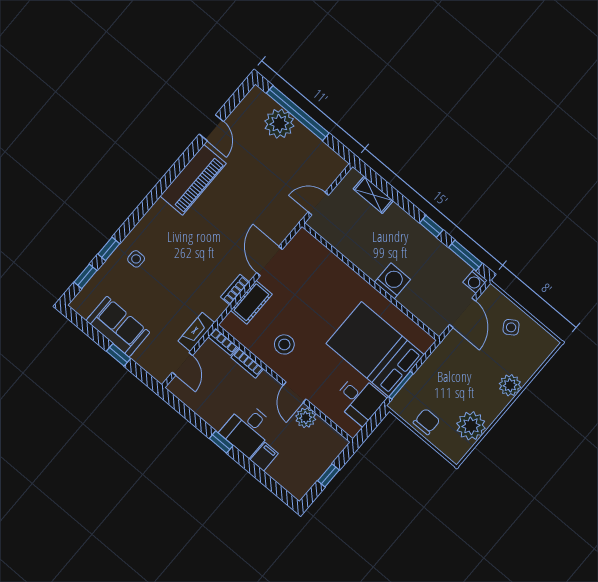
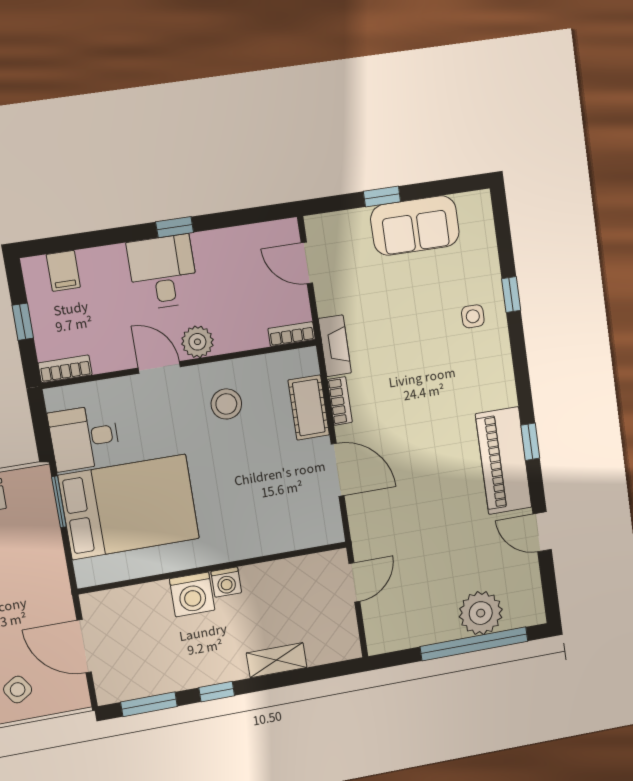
shelving: (373, 195) -> (277, 660), moved
window: (85, 276) -> (530, 442), moved
washing machine: (475, 281) -> (226, 582), moved, turned 180
fireplace: (196, 332) -> (335, 346), moved
bookcase: (247, 363) -> (65, 369), moved
plant: (306, 418) -> (197, 342), moved
filing cabinet: (264, 457) -> (63, 271), moved

